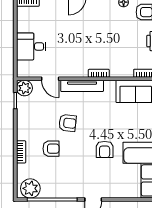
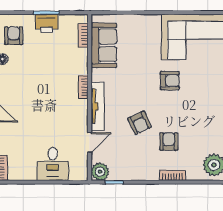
armchair: (68, 123) -> (140, 123), turned 148

